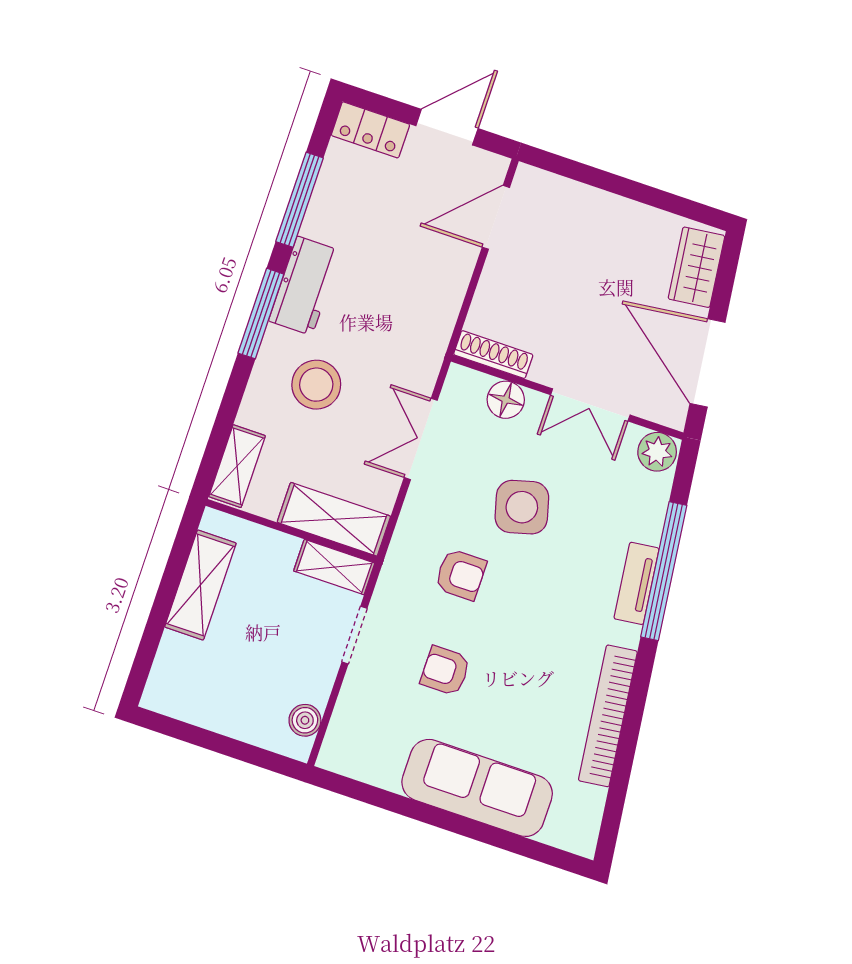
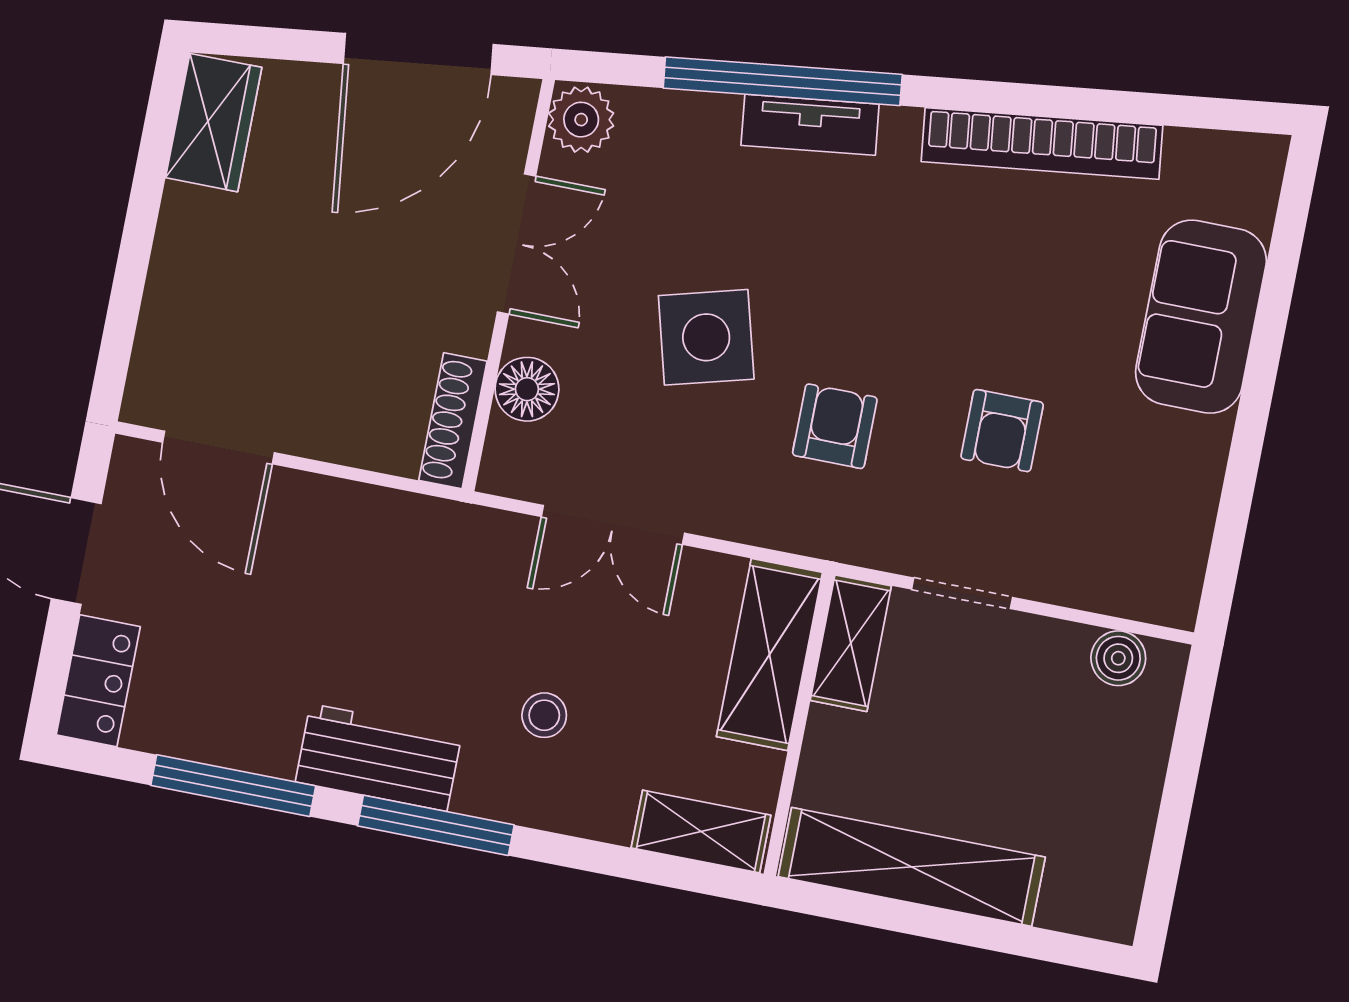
wardrobe: (696, 267) -> (214, 123), moved, turned -83
stool: (316, 385) -> (544, 715), width x0.53, depth x0.53
shelving: (200, 585) -> (912, 867), width x1.47
sofa: (477, 788) -> (1201, 317), width x0.73

